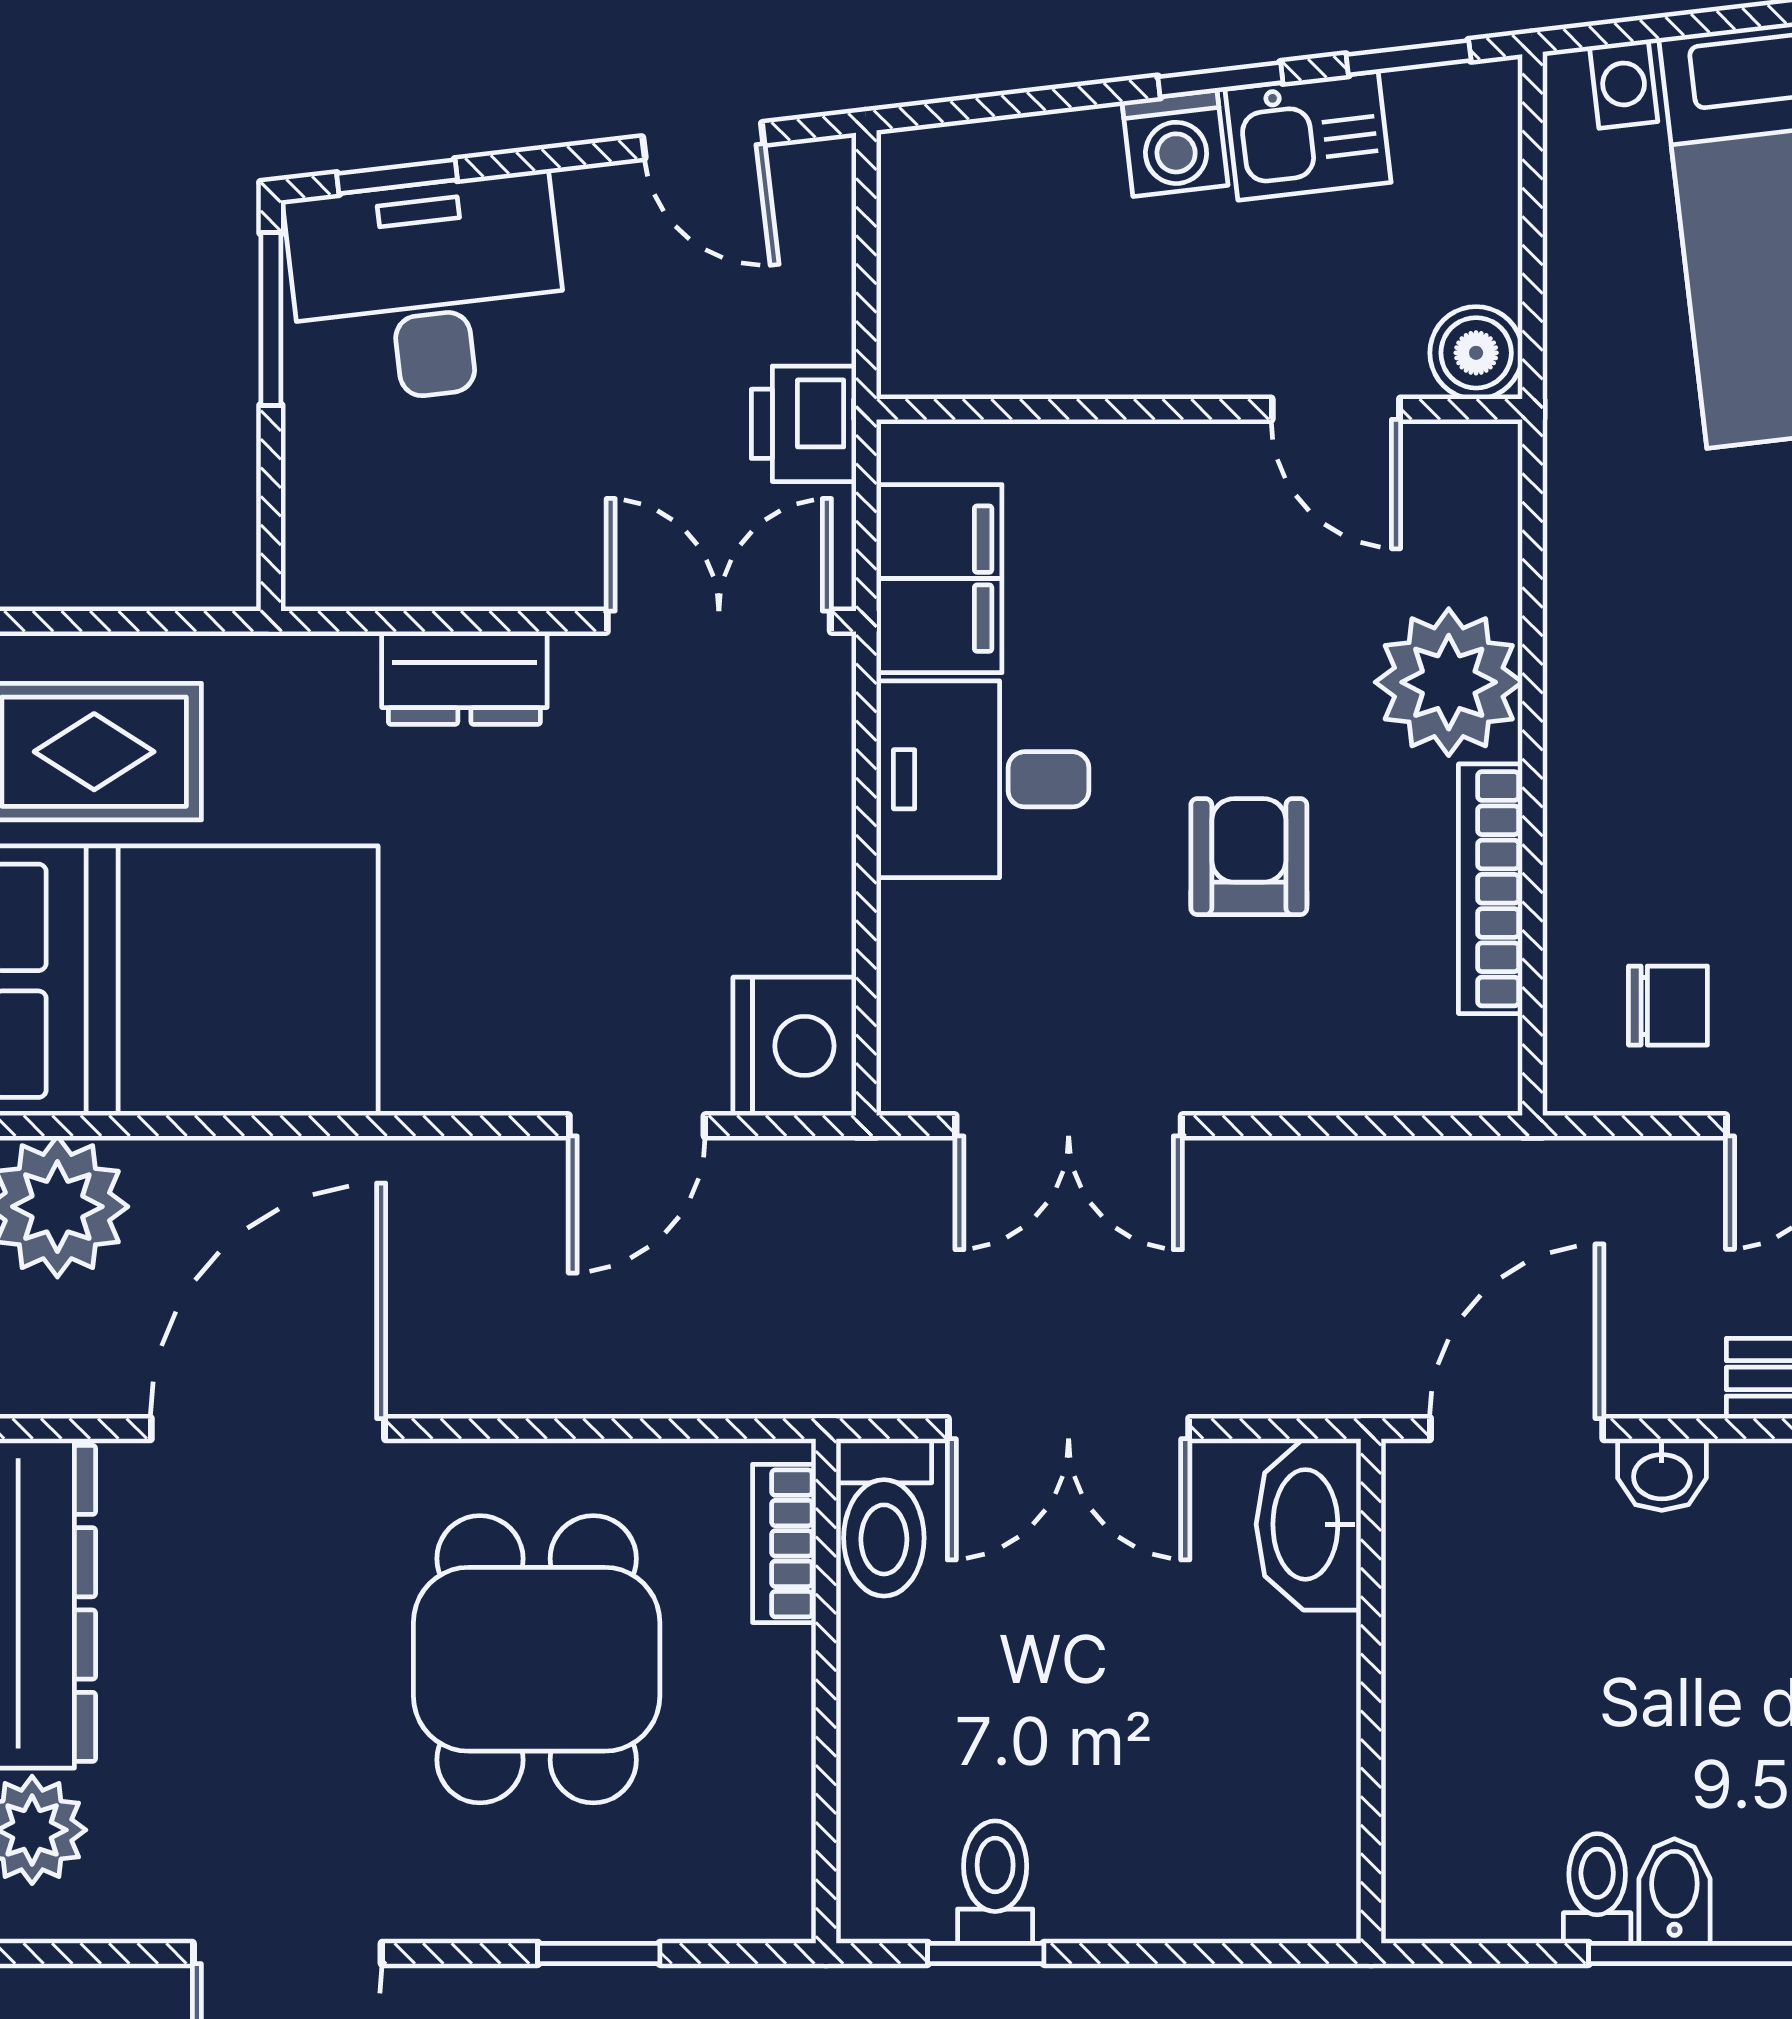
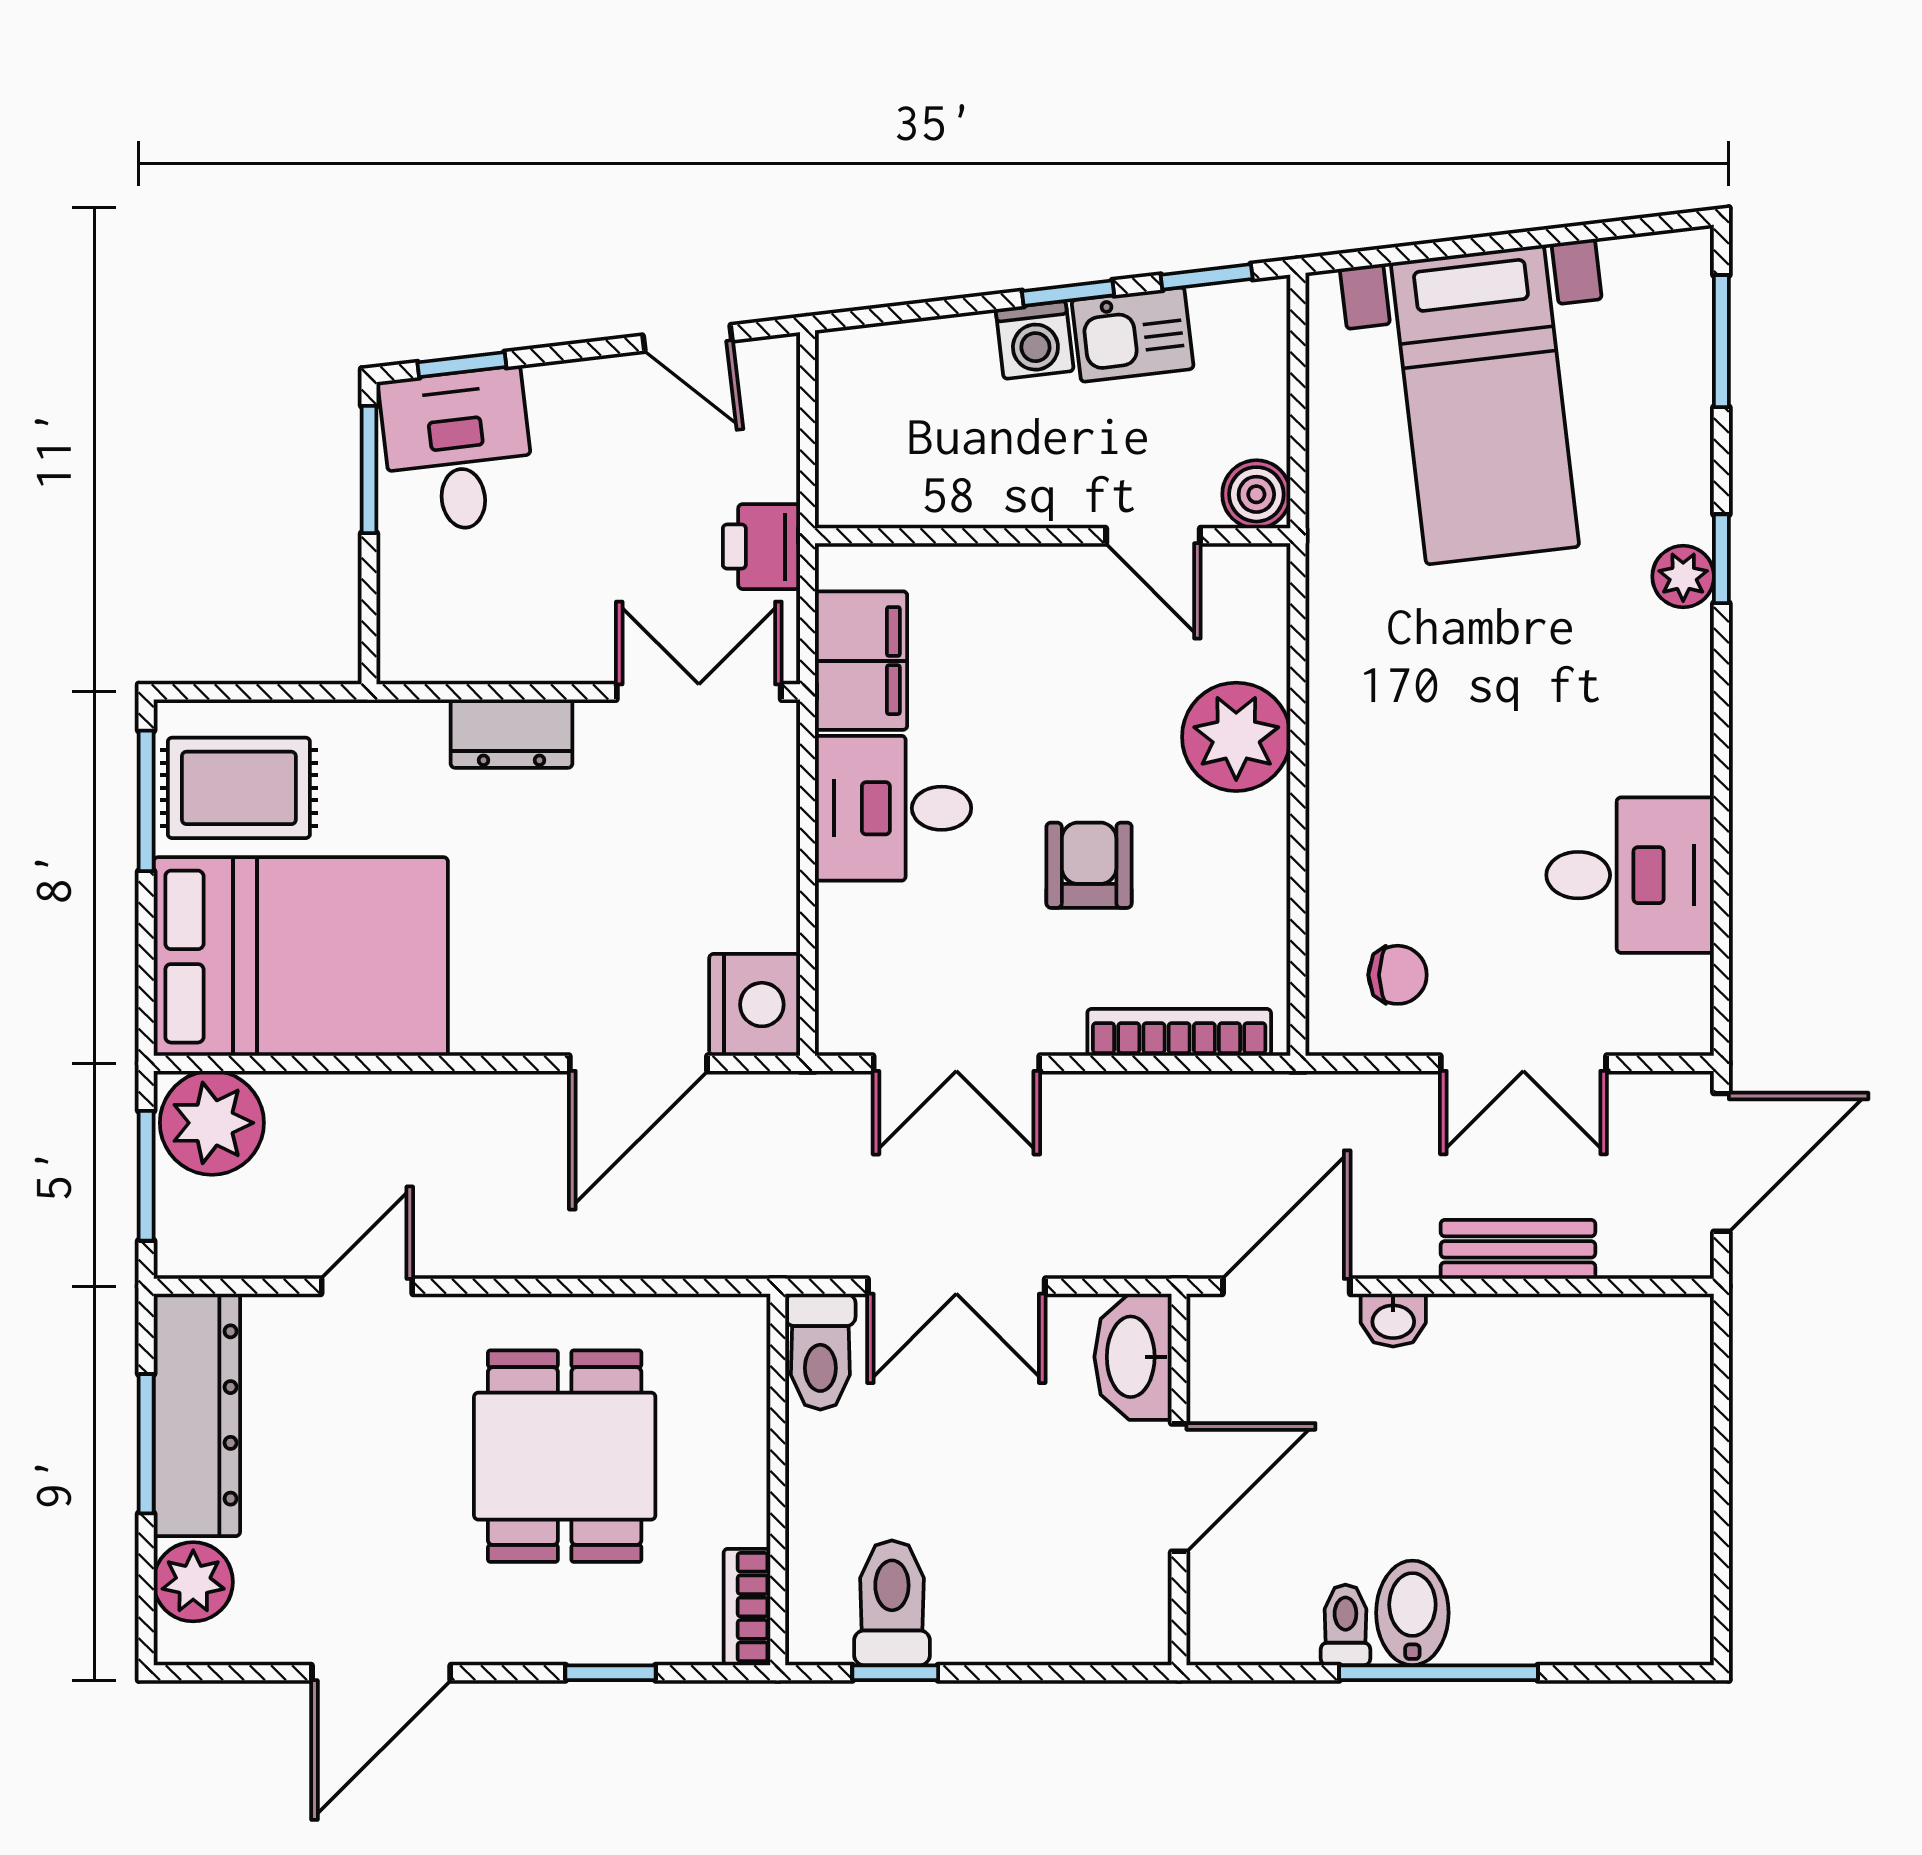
desk: (427, 289) -> (458, 451), width x0.73
bookcase: (1490, 889) -> (1179, 1032), moved, turned 90
door: (637, 1126) -> (638, 1063), width x1.38
door: (268, 1429) -> (367, 1286), width x0.53
bookcase: (784, 1543) -> (747, 1607), moved
door: (1371, 1702) -> (1179, 1488), added
toilet: (995, 1882) -> (892, 1603), width x1.37, depth x1.39
bidet: (1674, 1891) -> (1412, 1613), width x1.38, depth x1.36

